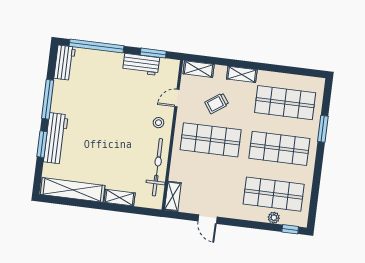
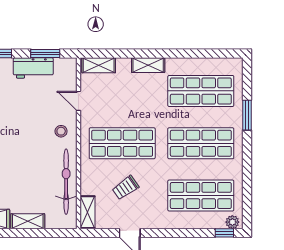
door: (177, 98) -> (78, 101), hinge flipped
trolley: (217, 103) -> (125, 188), moved
plant: (274, 218) -> (232, 222), moved

